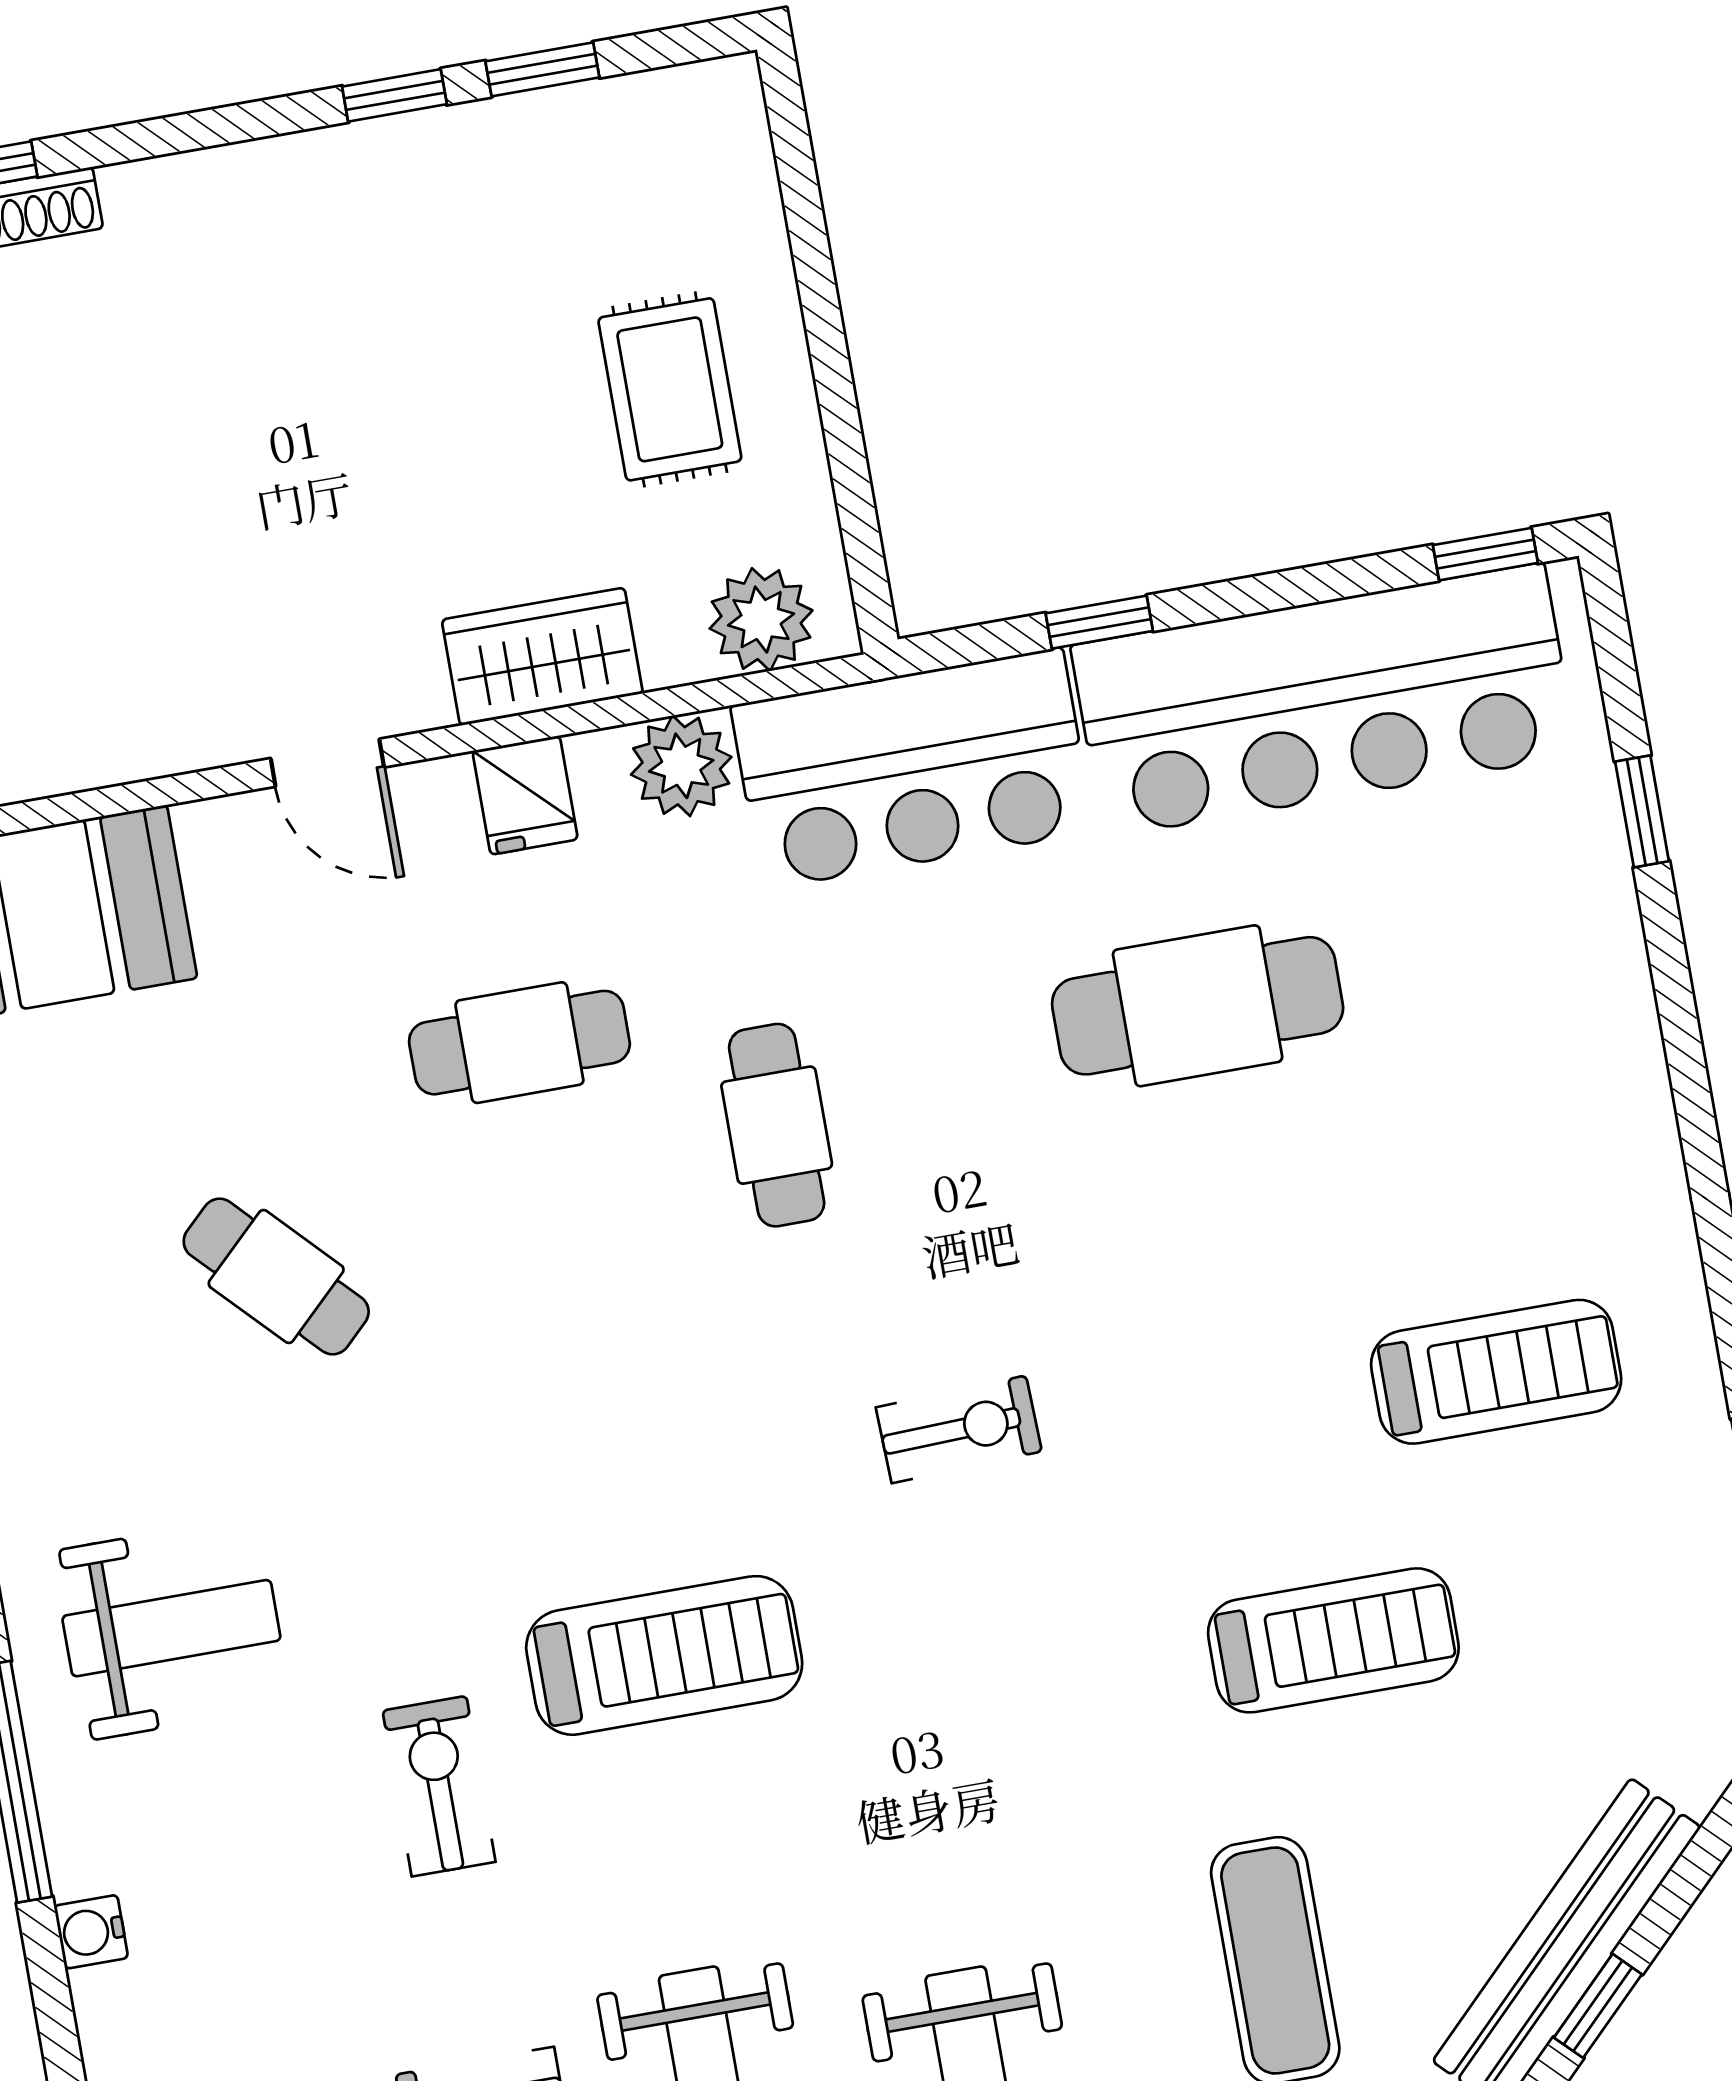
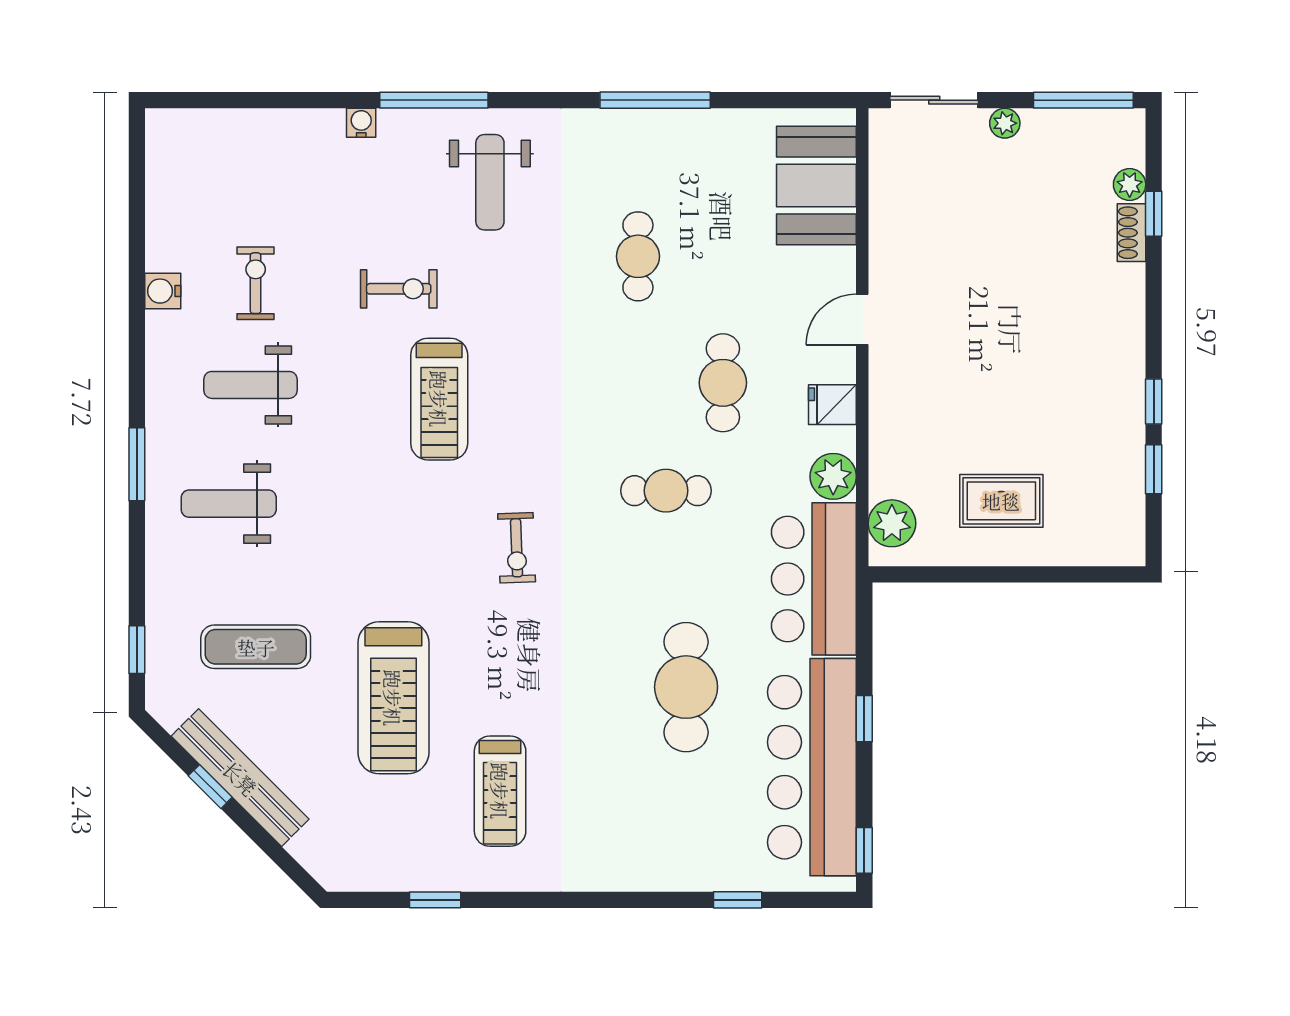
window: (1099, 622) -> (864, 719), moved
wardrobe: (542, 657) -> (893, 423), removed
cafe table: (276, 1277) -> (638, 256), turned -46
treadmill: (1333, 1640) -> (393, 698), width x1.37, depth x1.38

